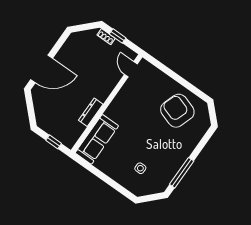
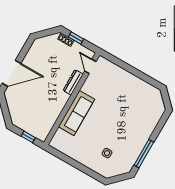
armchair: (177, 111) -> (135, 99), removed
dresser: (91, 112) -> (73, 82), moved
sofa: (97, 139) -> (77, 113), moved

